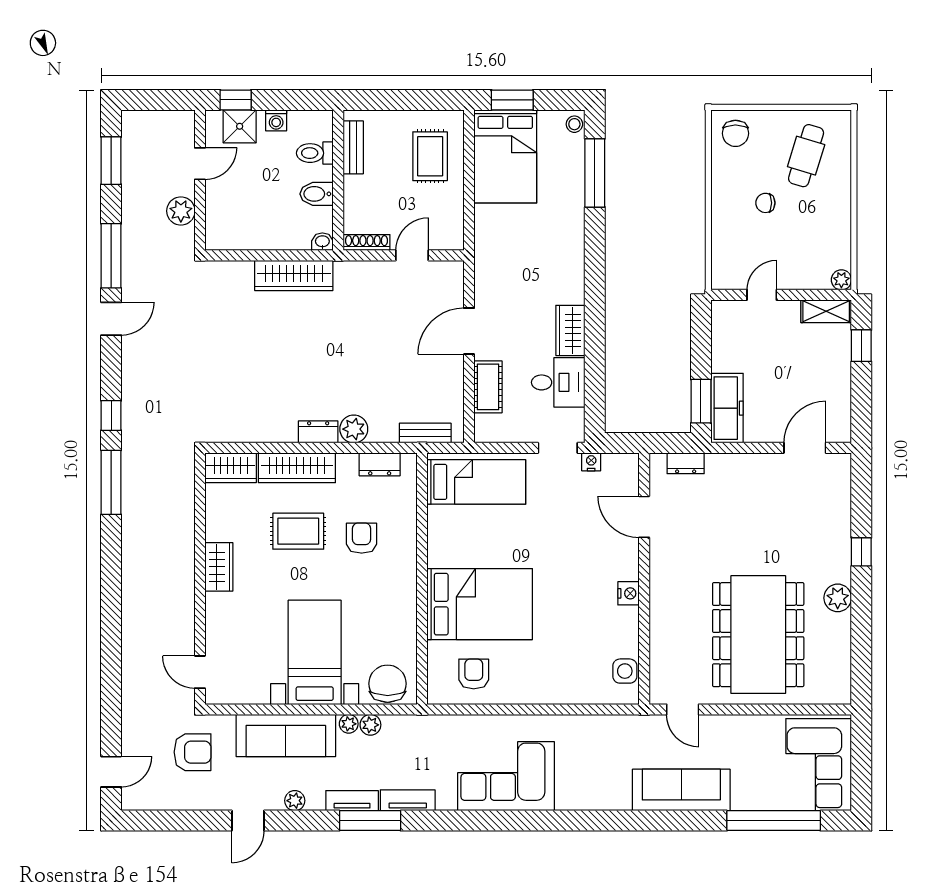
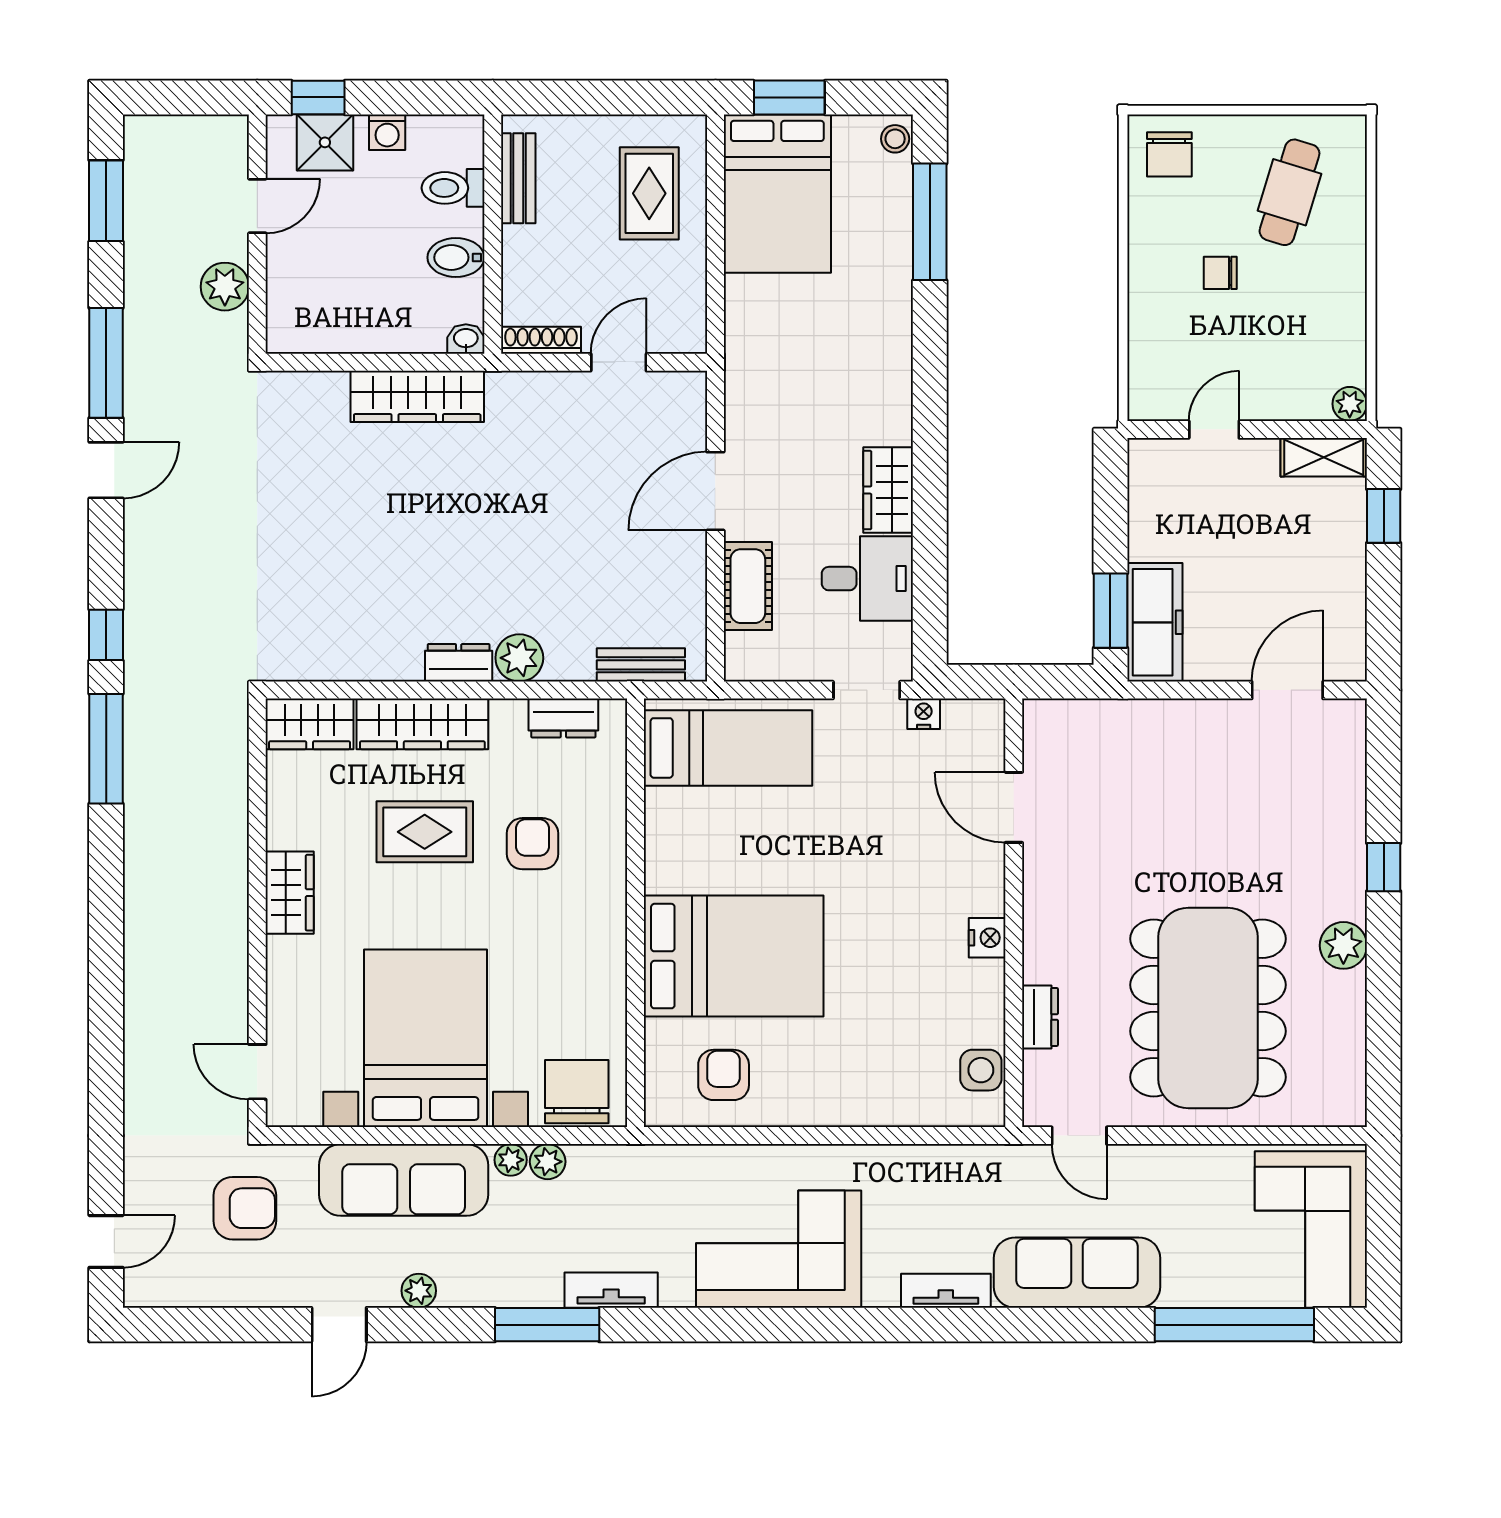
dresser: (686, 463) -> (1040, 1017), moved, turned -90
bed with nightstands: (315, 652) -> (426, 1038), width x1.36
tv unit: (352, 801) -> (946, 1291), moved

